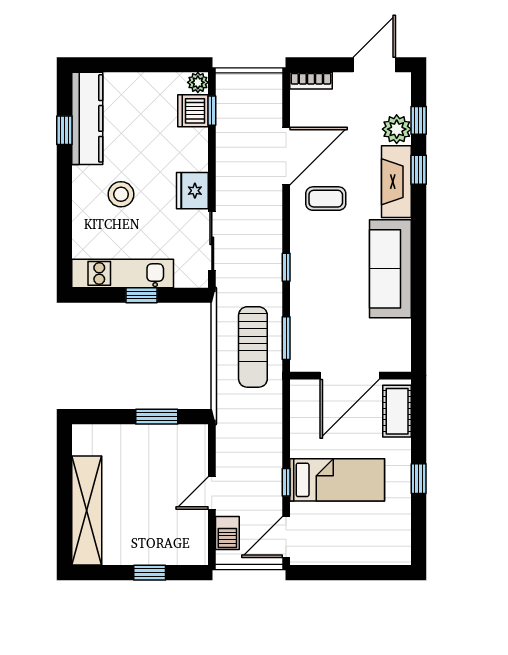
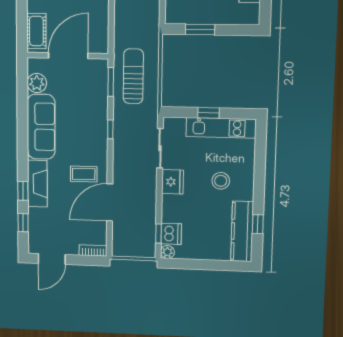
plant: (397, 129) -> (37, 83), moved

